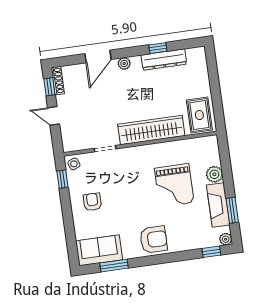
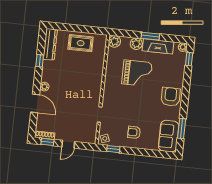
dresser: (164, 60) -> (50, 44), moved
rug: (199, 115) -> (81, 43), moved
wardrobe: (151, 130) -> (95, 79), removed
plant: (210, 144) -> (114, 41), added
window: (232, 210) -> (150, 36), moved

